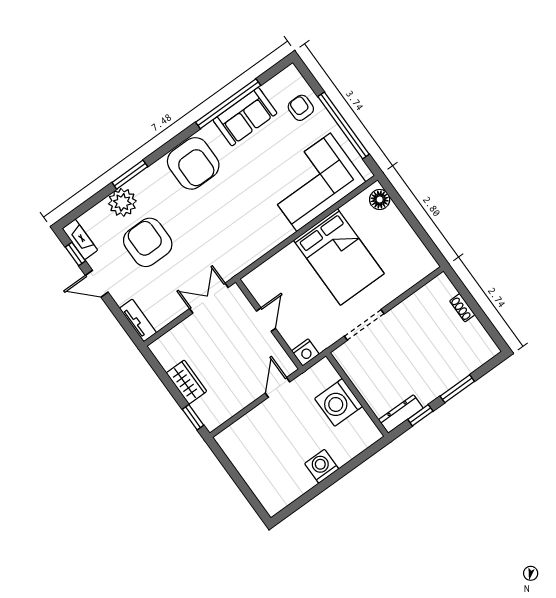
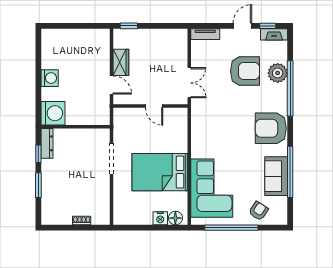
armchair: (301, 108) -> (259, 211), turned -57
window: (130, 175) -> (290, 88), width x2.11
nightstand: (305, 352) -> (160, 218), moved, turned -90
wardrobe: (186, 382) -> (121, 62), moved, turned -90
washing machine: (339, 402) -> (53, 113), moved, turned 90

